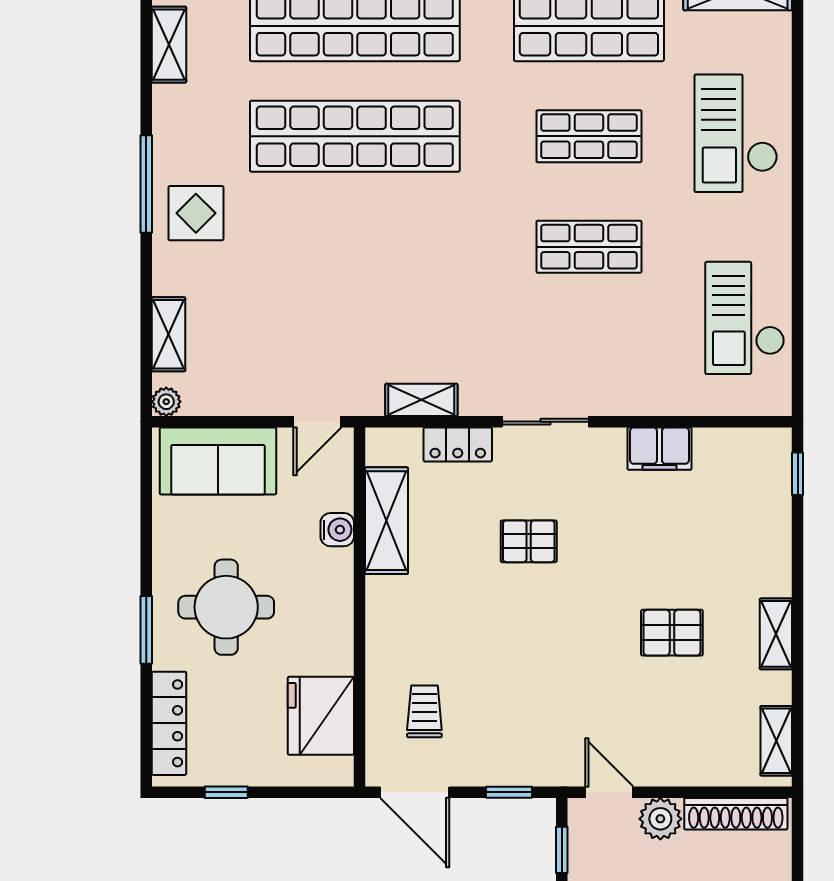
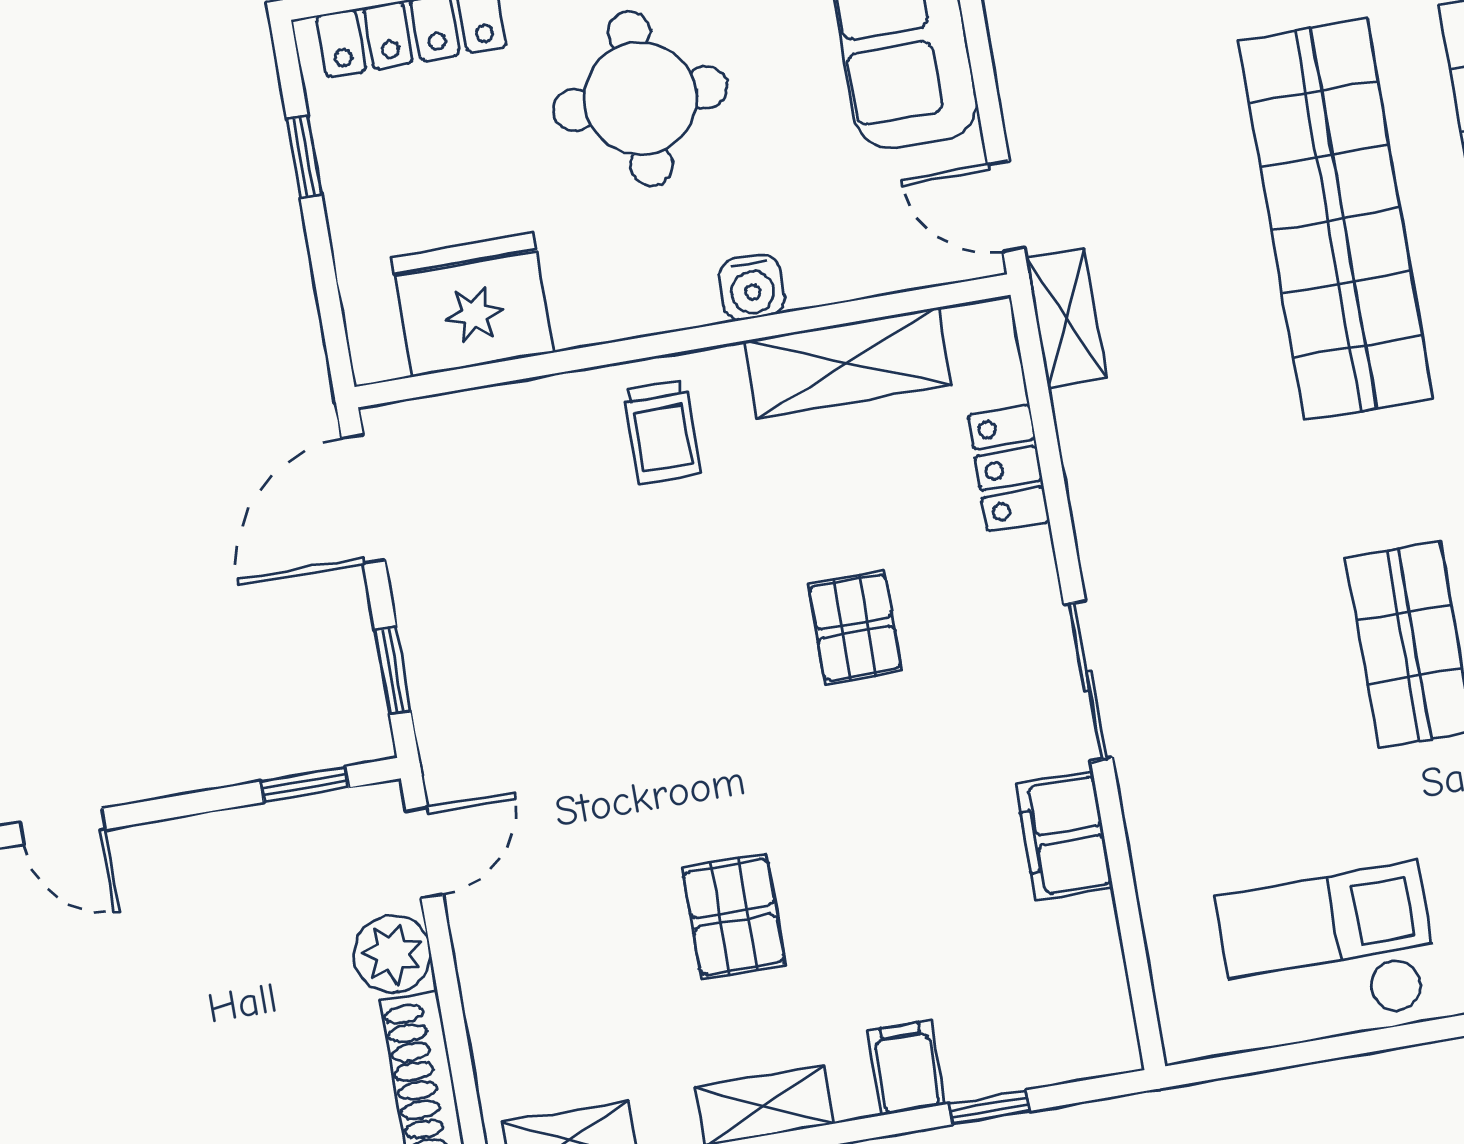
shop shelf: (355, 247) -> (1336, 219), added
shelving: (421, 400) -> (1066, 318), moved
sliding door: (545, 422) -> (1088, 681), moved
window: (798, 474) -> (989, 1107), moved
water cooler: (337, 530) -> (752, 287), moved
filing cabinet: (769, 555) -> (906, 1068), added
trolley: (424, 711) -> (662, 431), moved, turned 90

